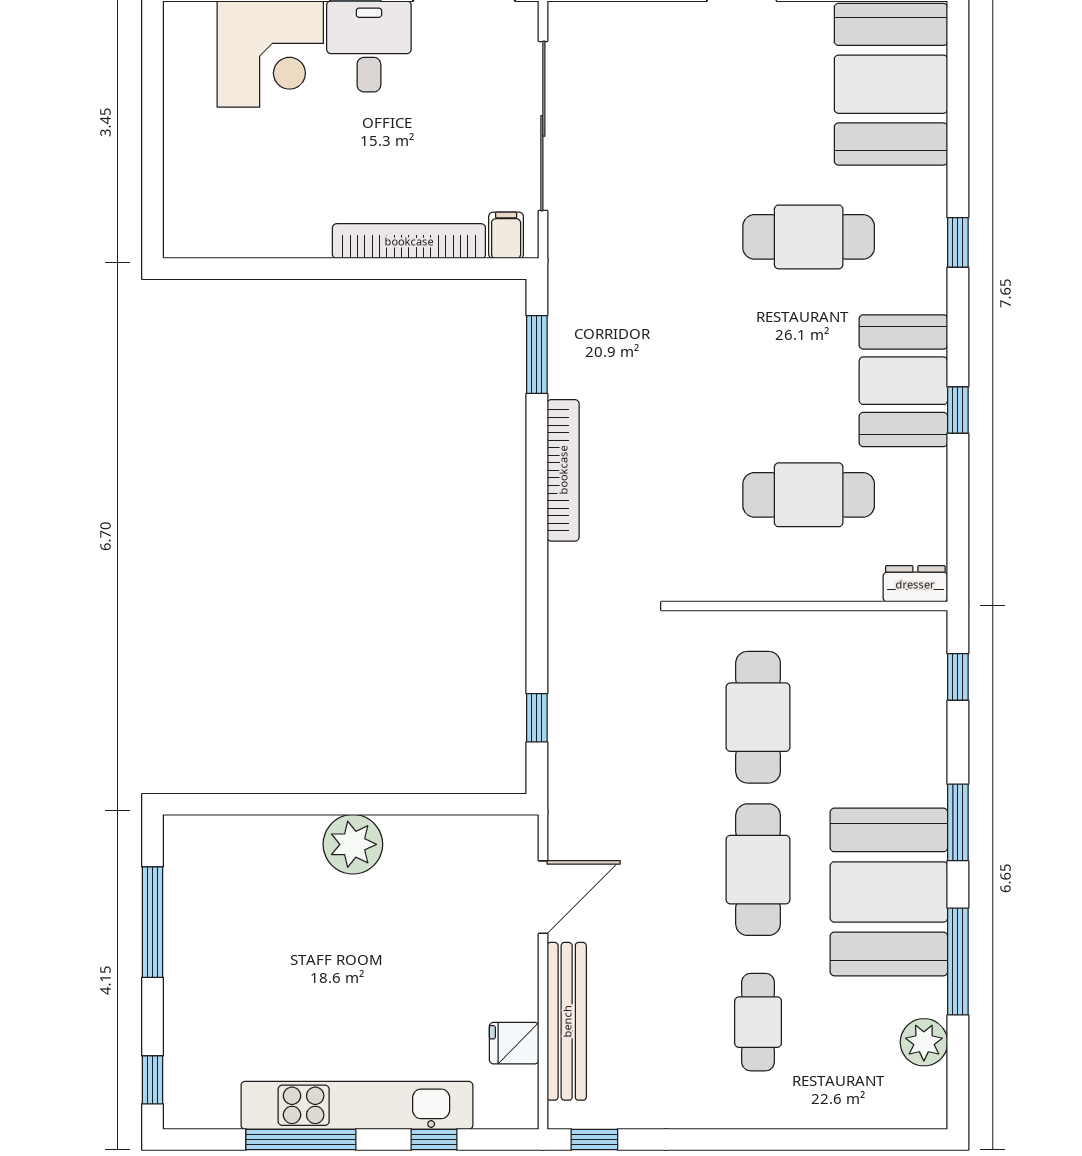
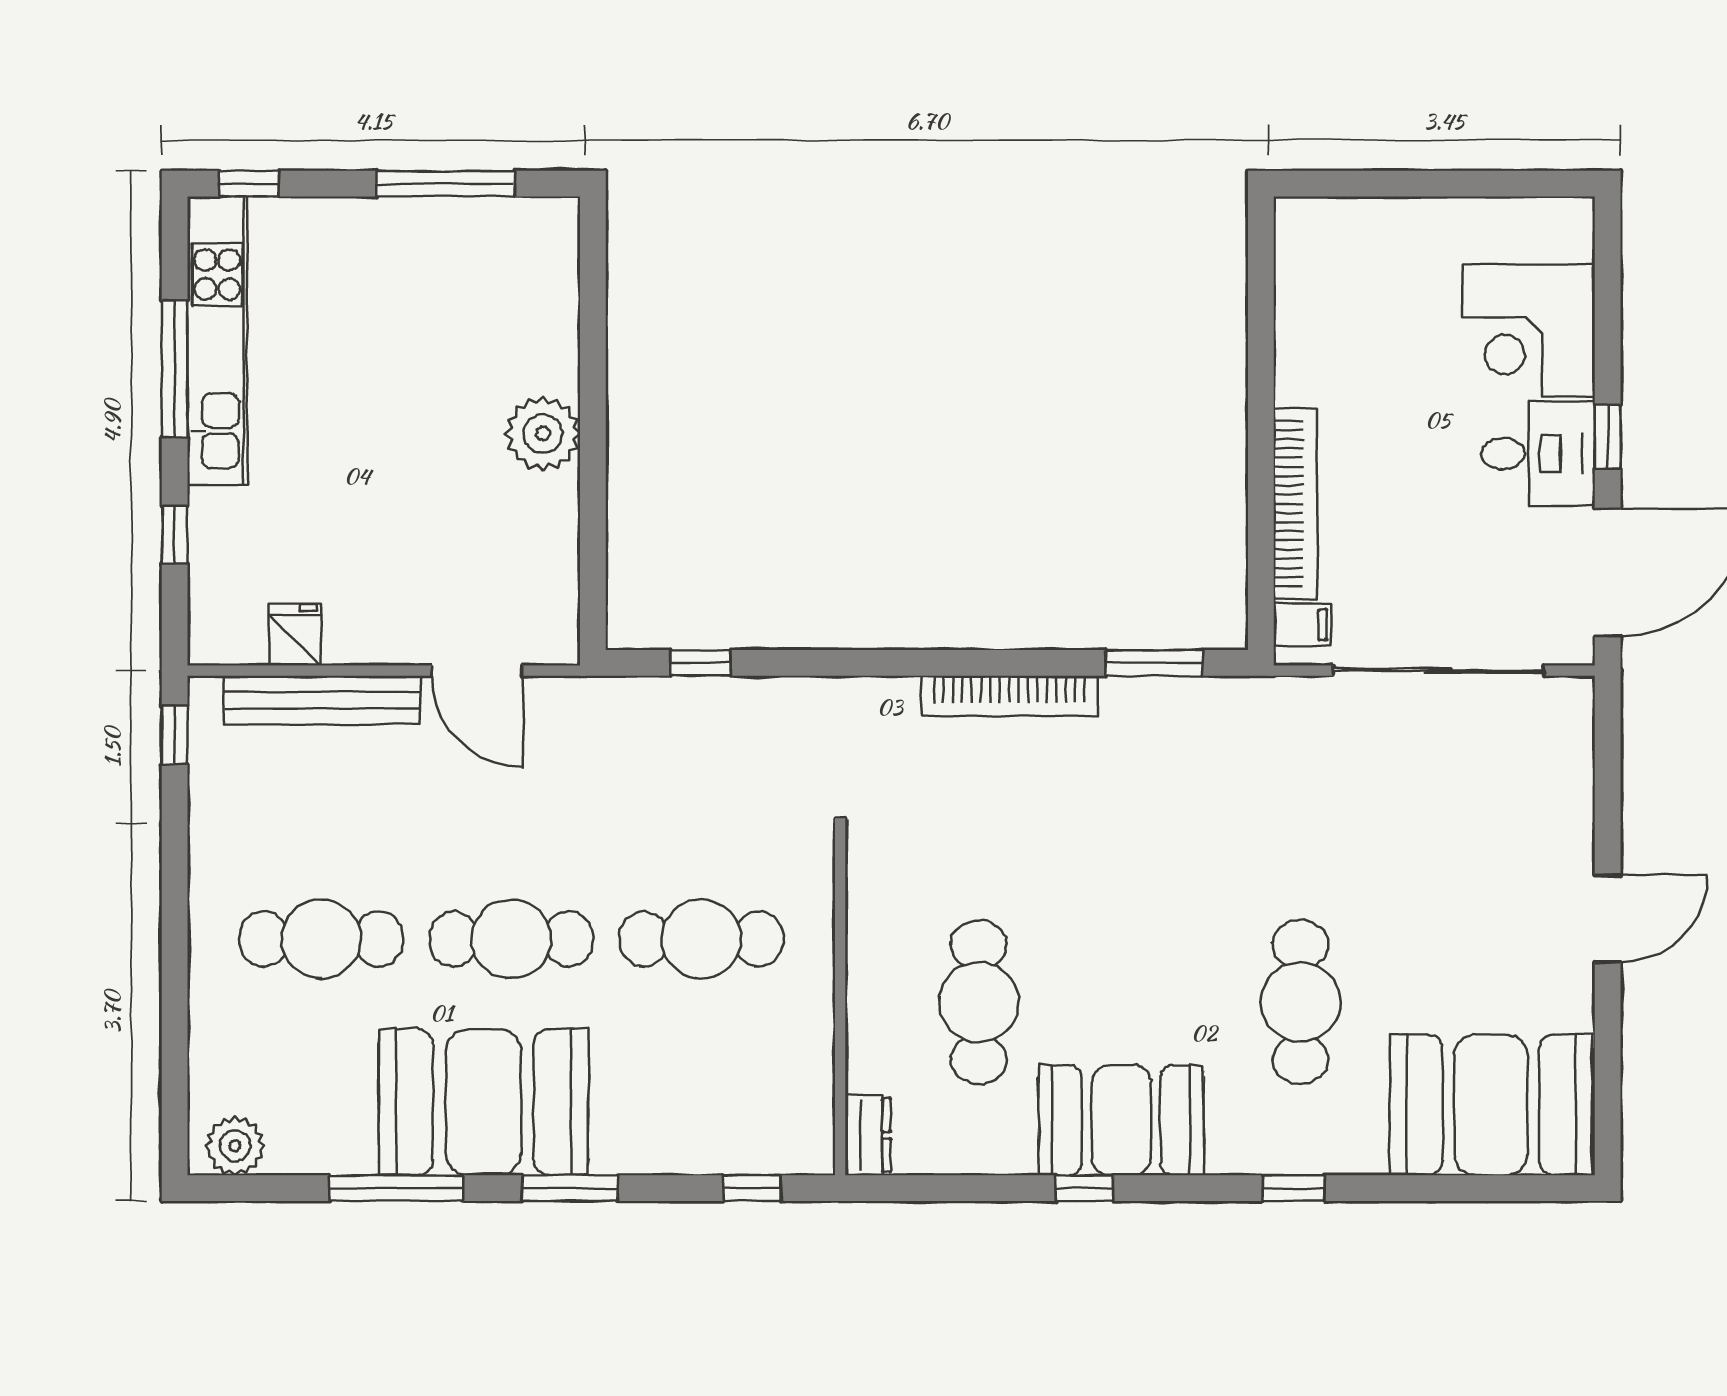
cafe table: (758, 1022) -> (321, 939), width x1.37, depth x1.35
plant: (924, 1042) -> (235, 1146), moved
kitchen unit: (357, 1105) -> (217, 341), moved

